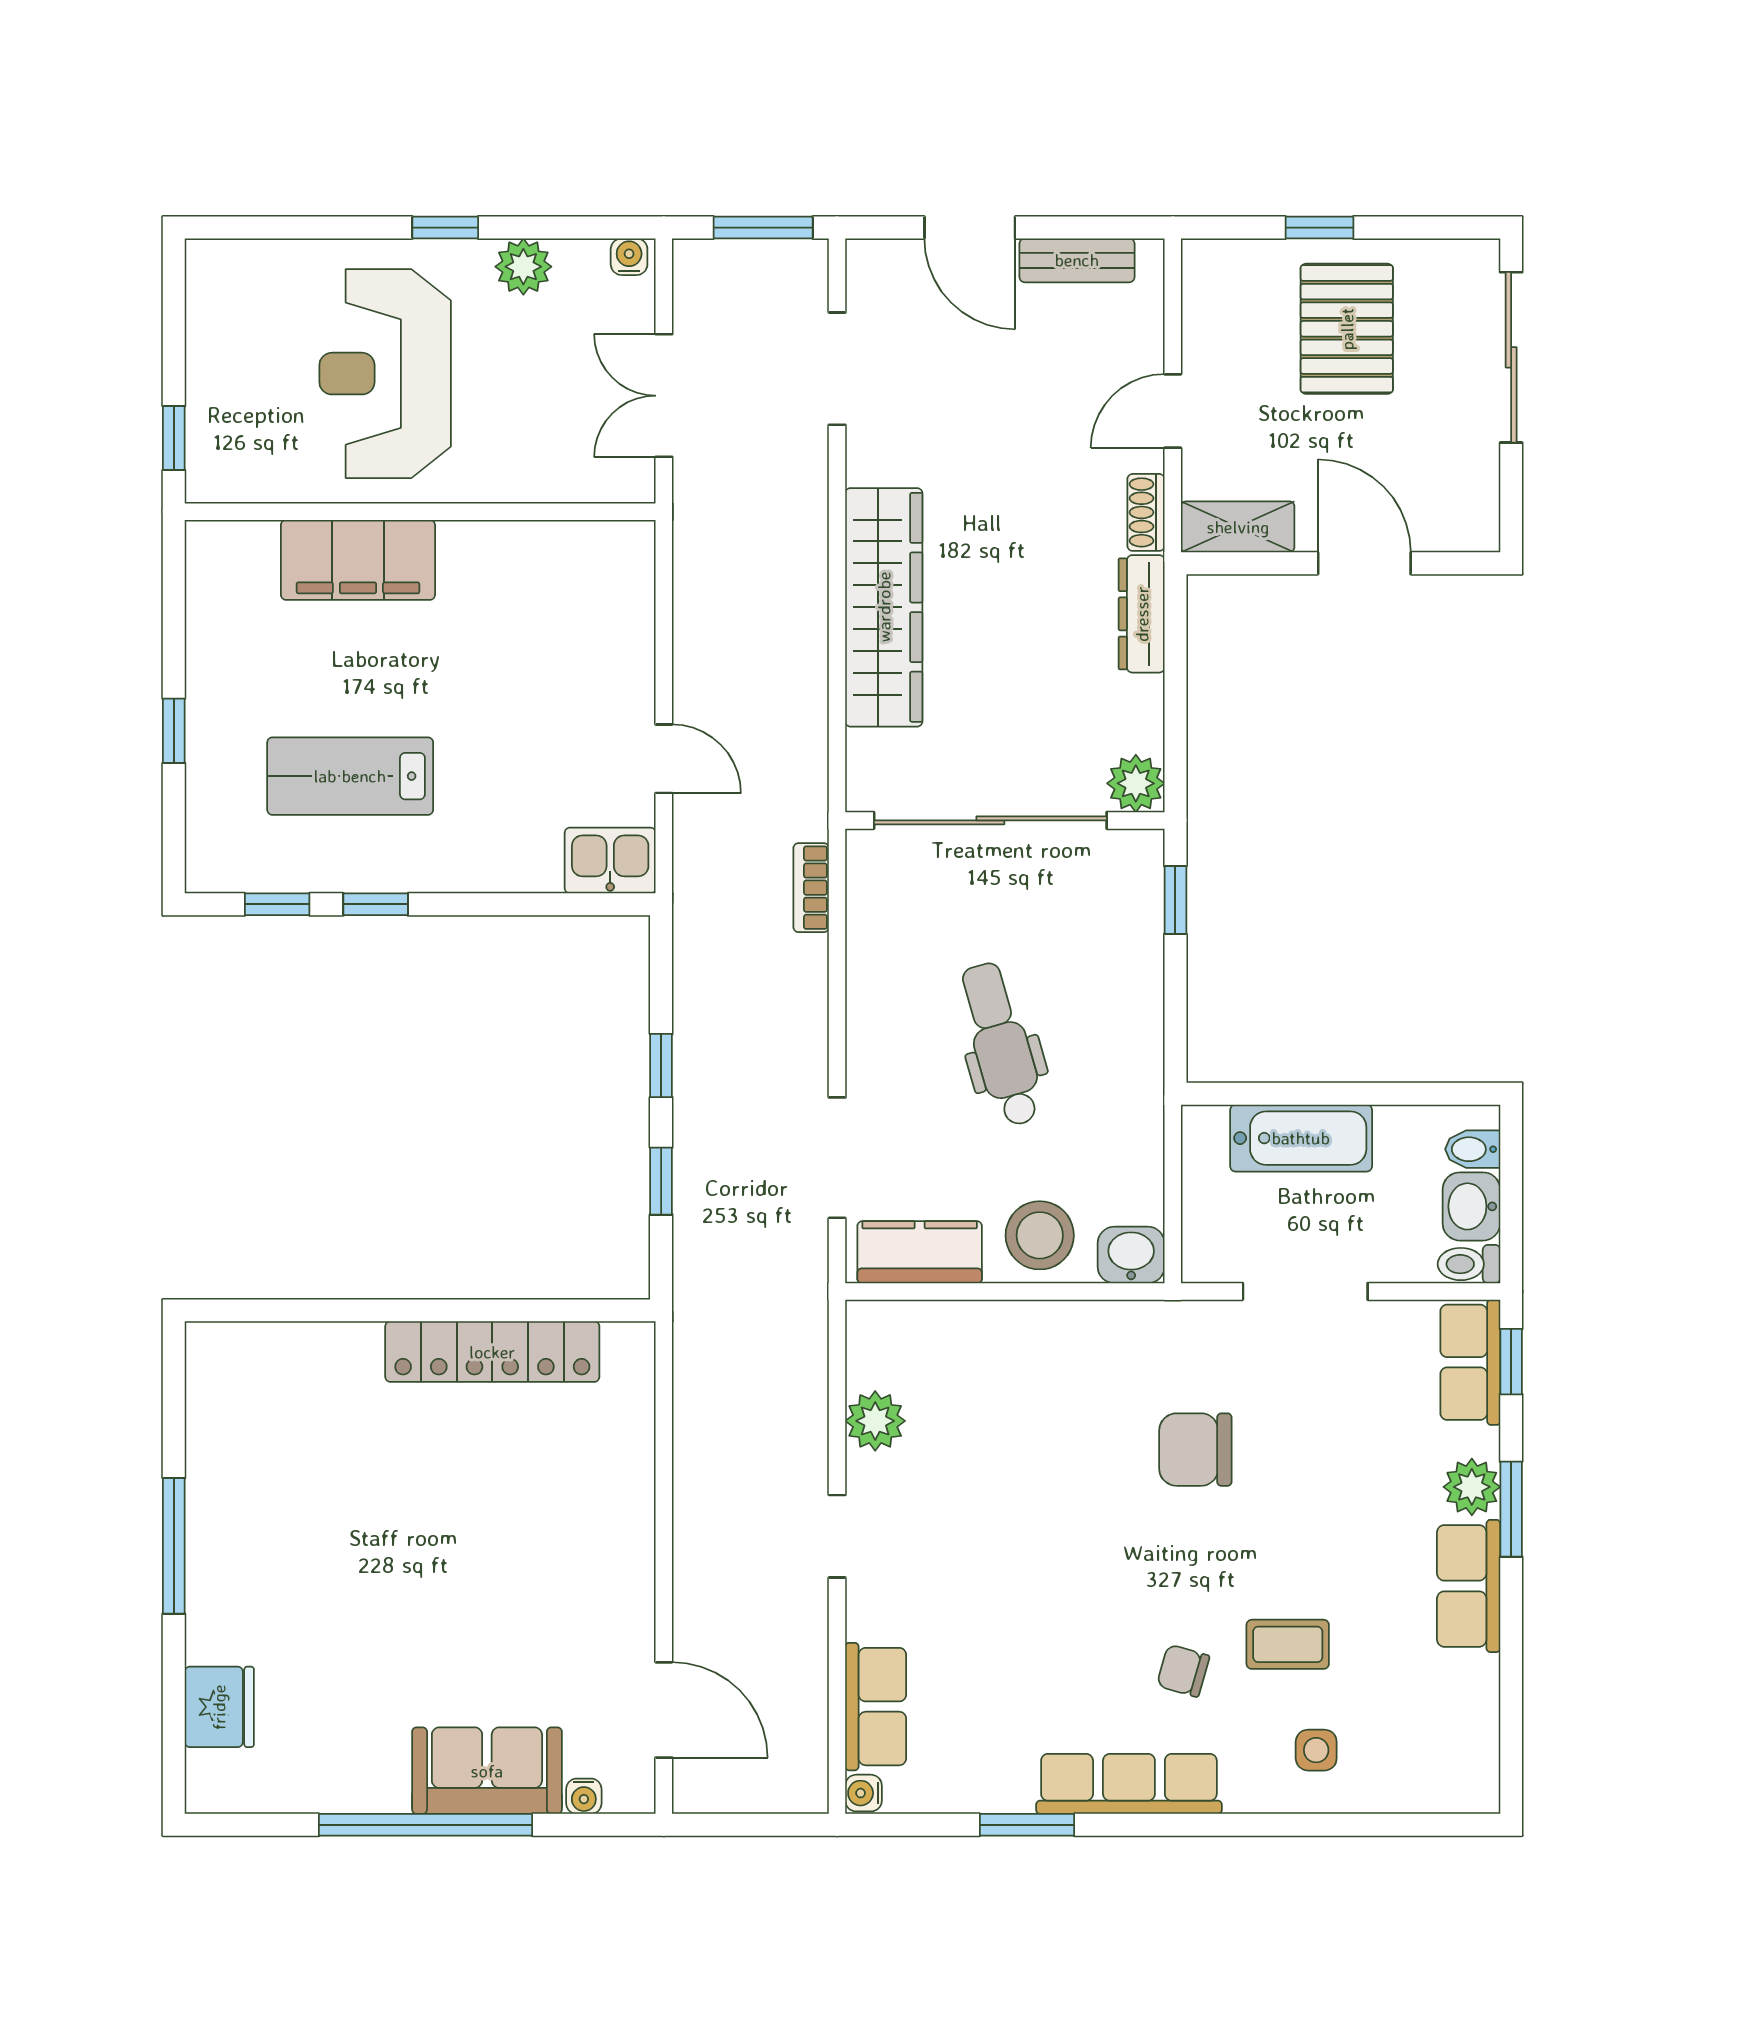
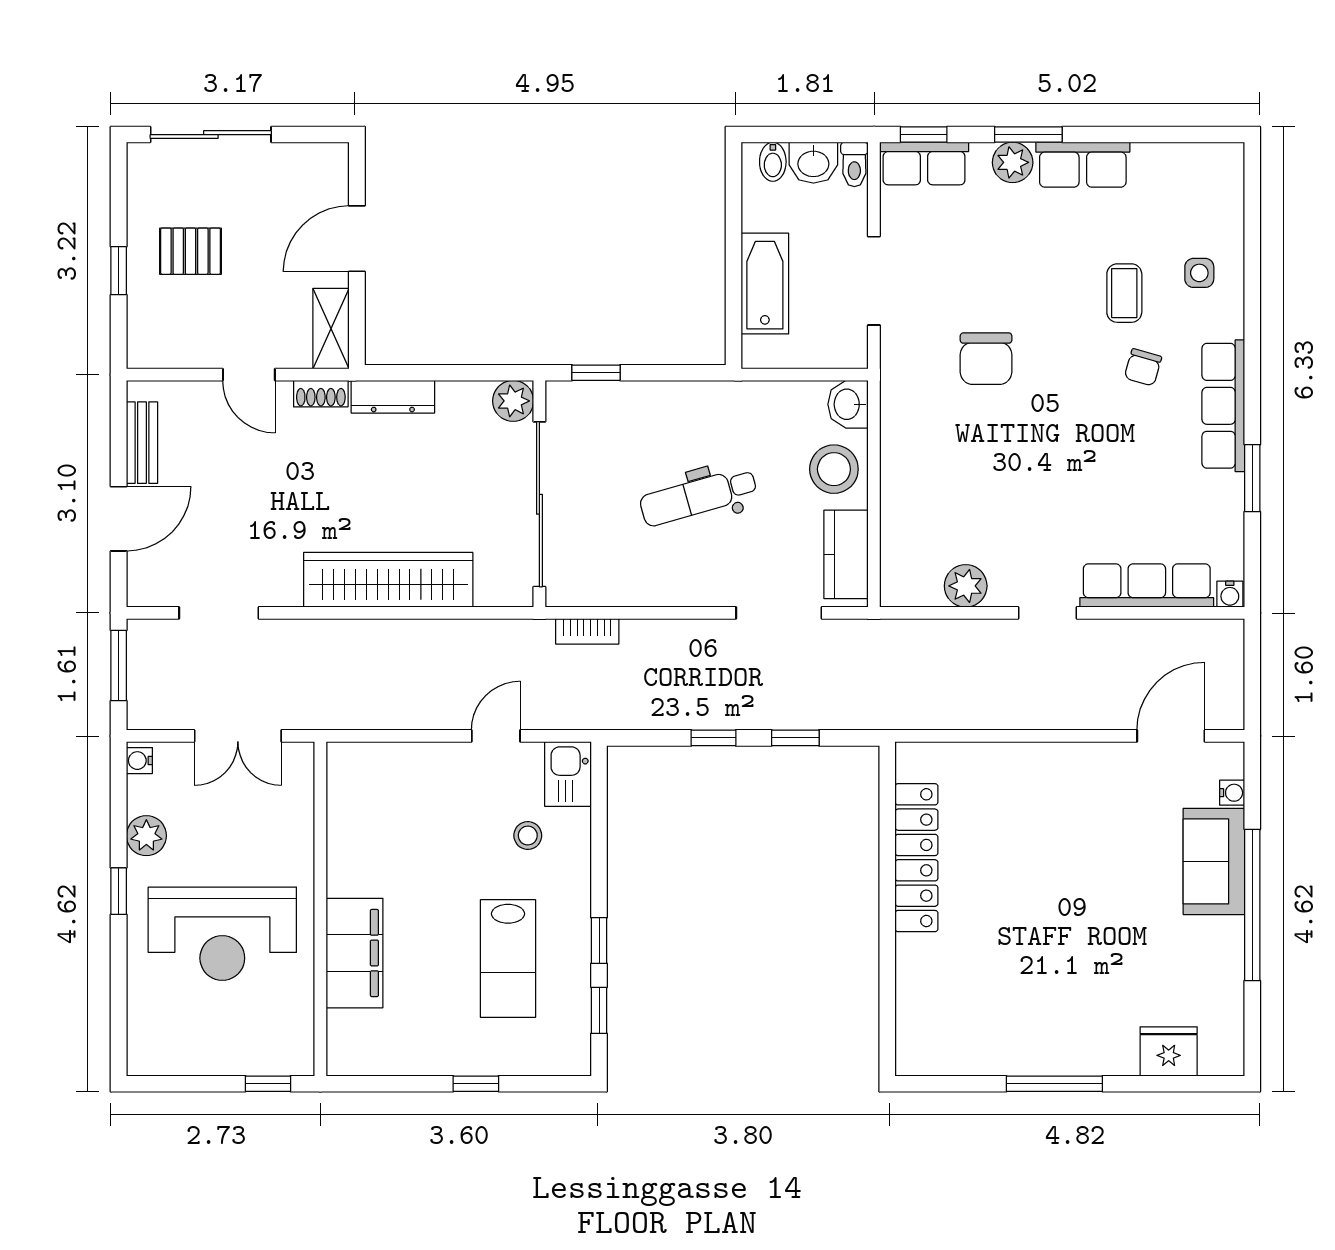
pallet: (1347, 329) -> (191, 251), width x0.67, depth x0.71
stool: (524, 804) -> (528, 836), added
row of seats: (876, 1707) -> (1147, 586), width x1.48

